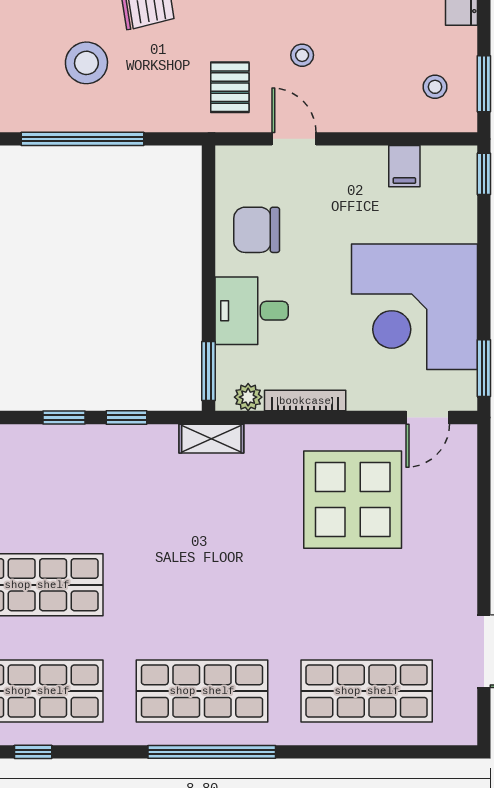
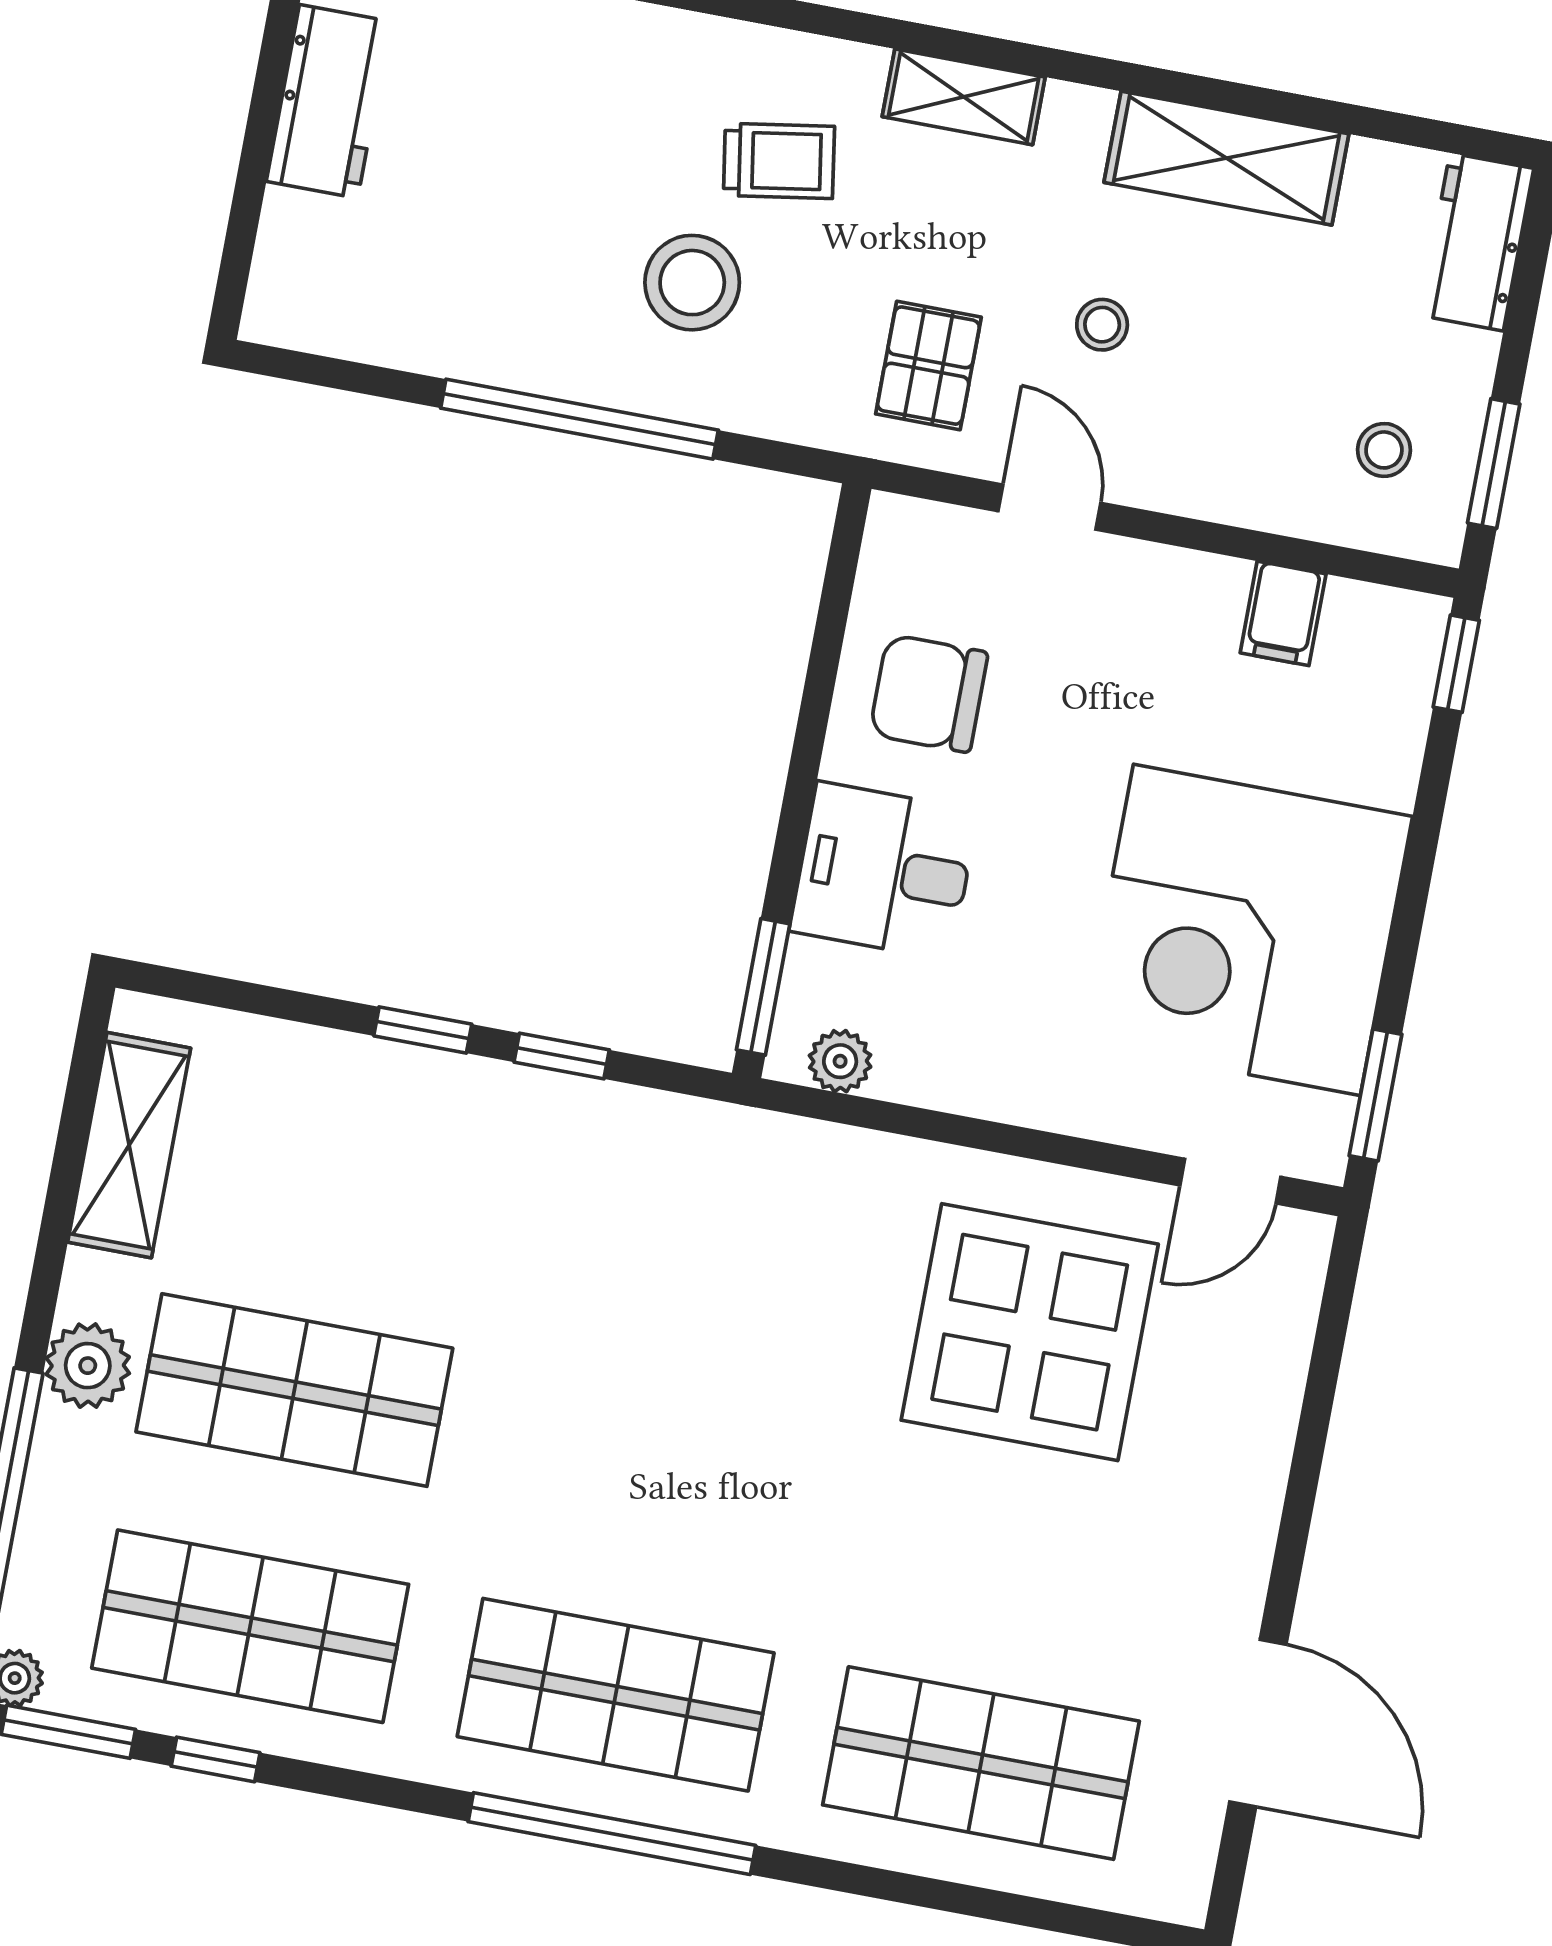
stool: (86, 63) -> (692, 283), moved
bookcase: (305, 401) -> (965, 1093), removed
shelving: (211, 439) -> (741, 1138), removed

